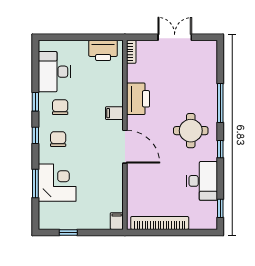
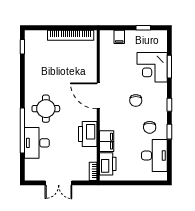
printer: (103, 50) -> (108, 164), moved, turned 90
window: (220, 103) -> (22, 131), width x1.46
filing cabinet: (114, 113) -> (107, 141), moved, width x2.00
chair: (58, 139) -> (136, 100), moved
window: (220, 149) -> (22, 94), removed
desk: (202, 181) -> (37, 143), moved
filing cabinet: (117, 221) -> (119, 37), moved

